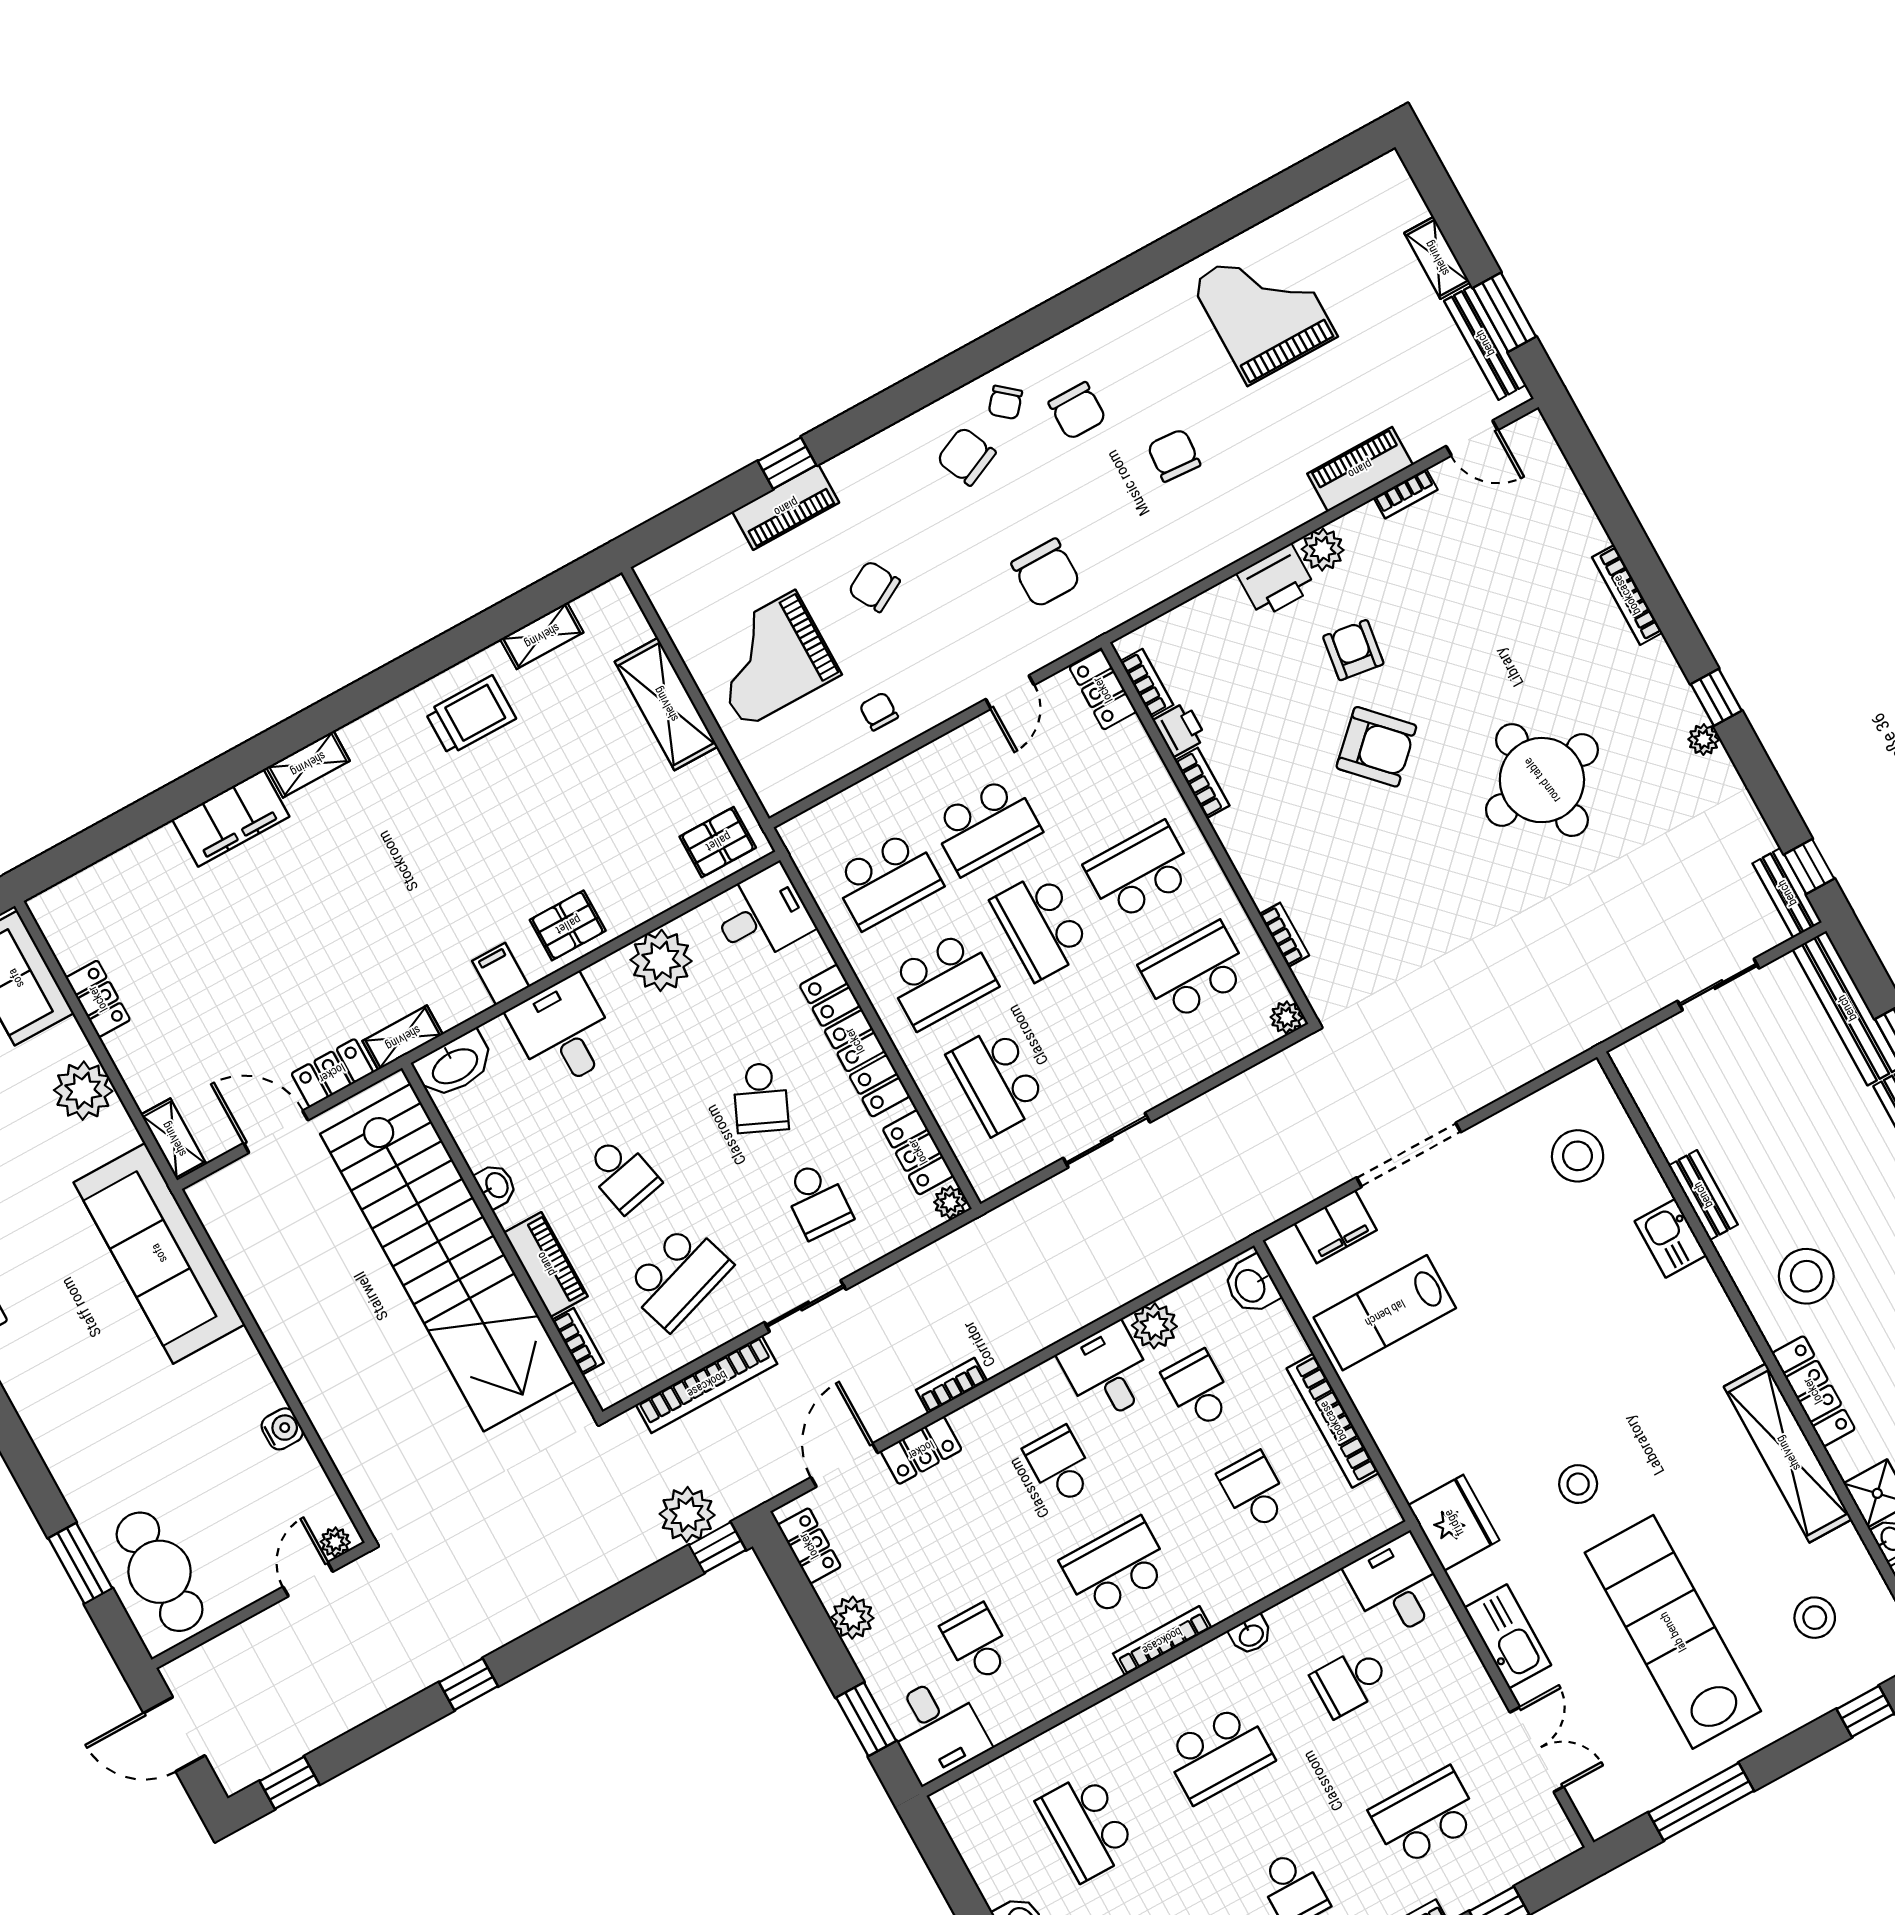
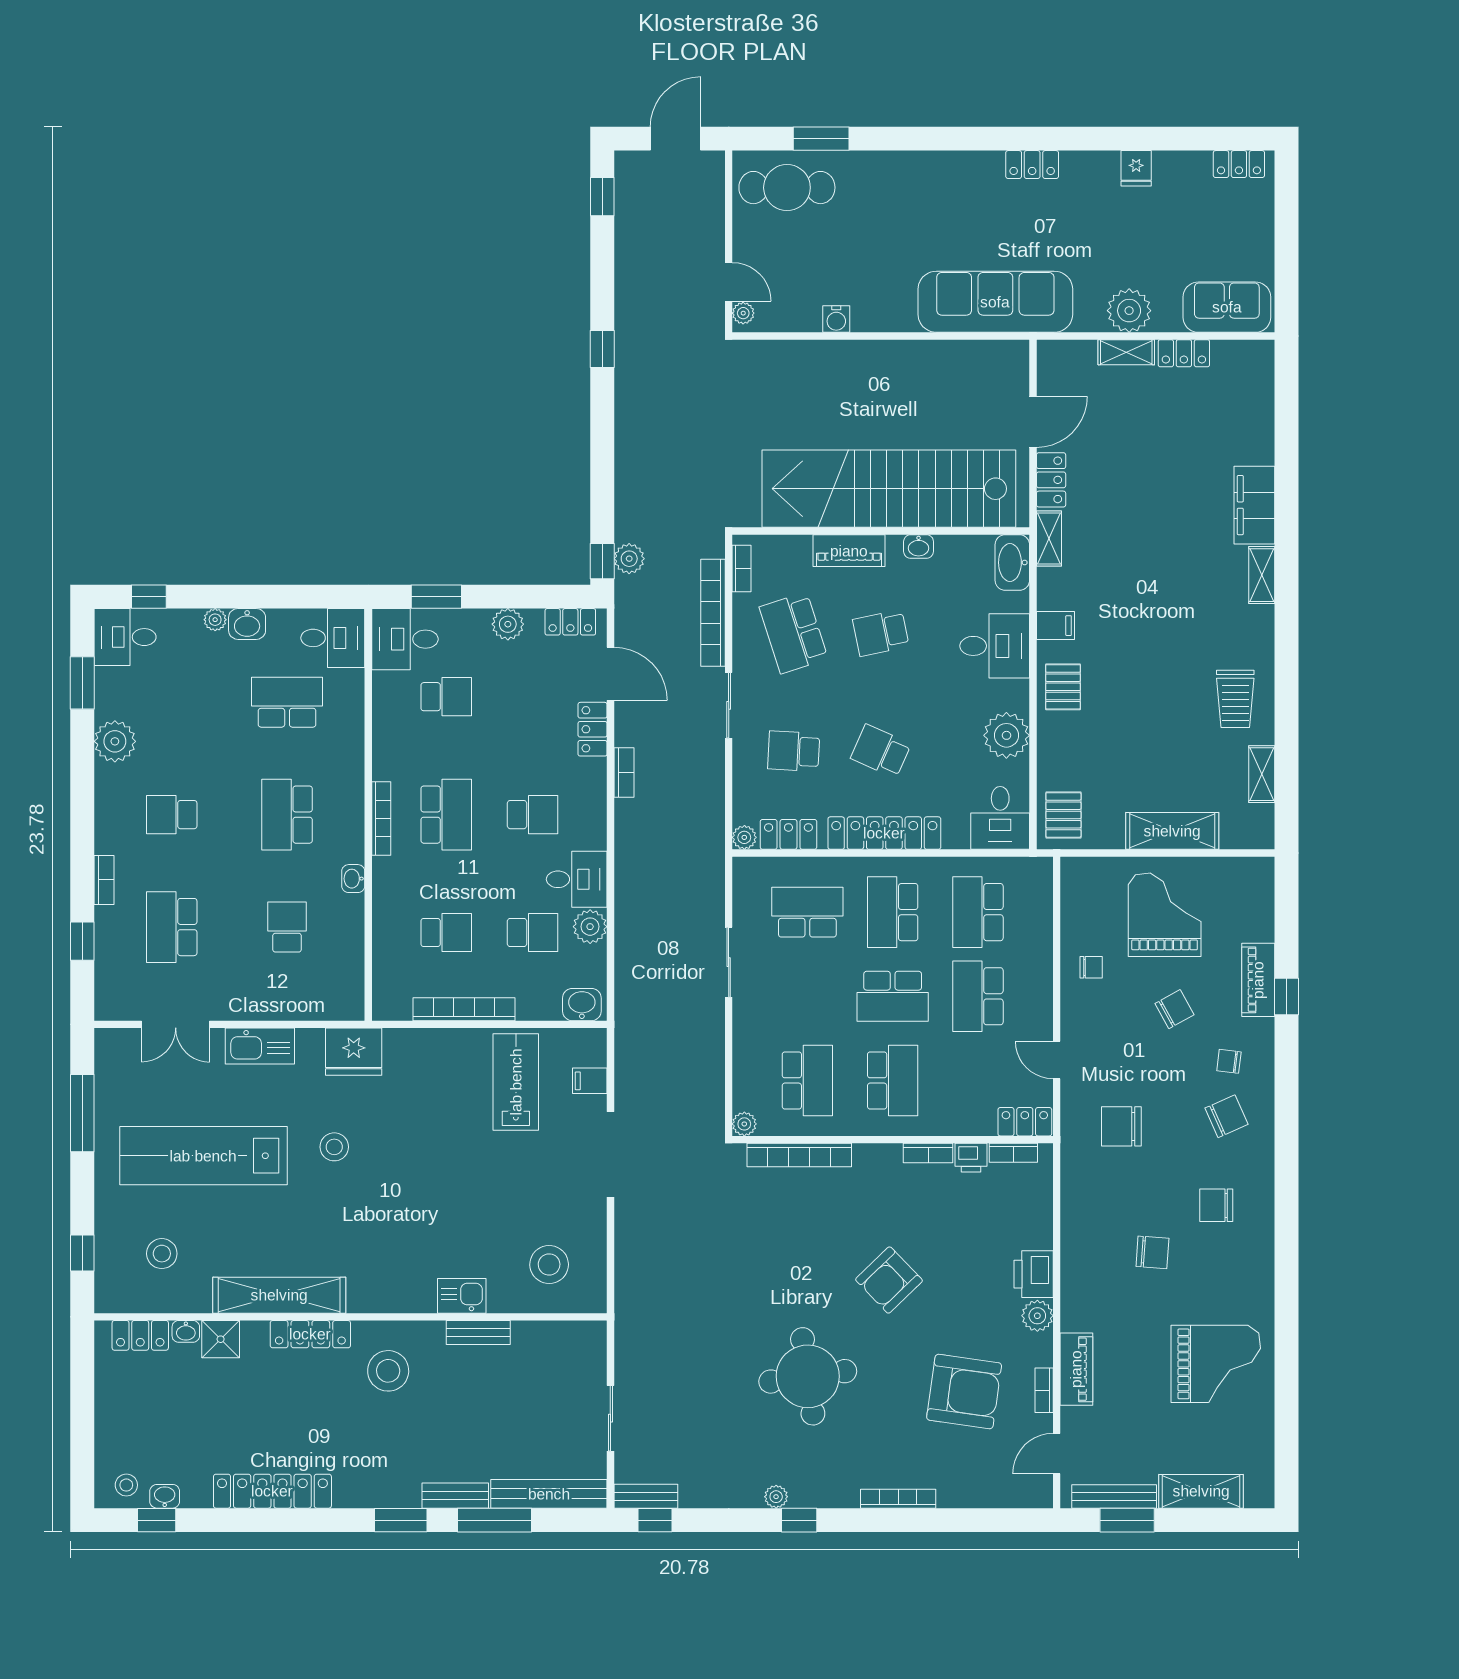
shelving: (1437, 258) -> (1201, 1491), width x1.50, depth x1.33
chair: (1005, 402) -> (1229, 1061), moved, turned -33
armchair: (1353, 650) -> (964, 1391), moved, width x1.88, depth x1.88
school desk: (1041, 926) -> (893, 996), turned 180
bookcase: (1284, 935) -> (799, 1155), width x2.31, depth x1.31
shelving: (174, 1139) -> (1126, 352), moved
filing cabinet: (1336, 1227) -> (590, 1081), width x0.50
bookcase: (578, 1341) -> (742, 569), moved, turned -90
plant: (687, 1515) -> (629, 559), width x0.73, depth x0.73
desk: (1396, 1586) -> (333, 638), moved
lab bench: (1673, 1632) -> (203, 1156), turned 180
school desk: (1425, 1817) -> (172, 927), turned 180

